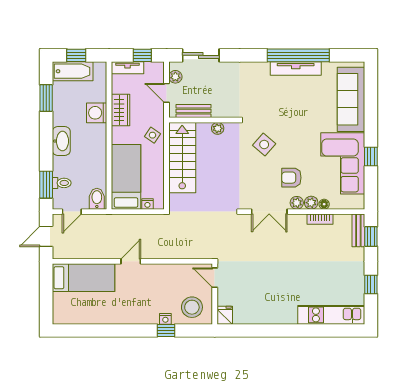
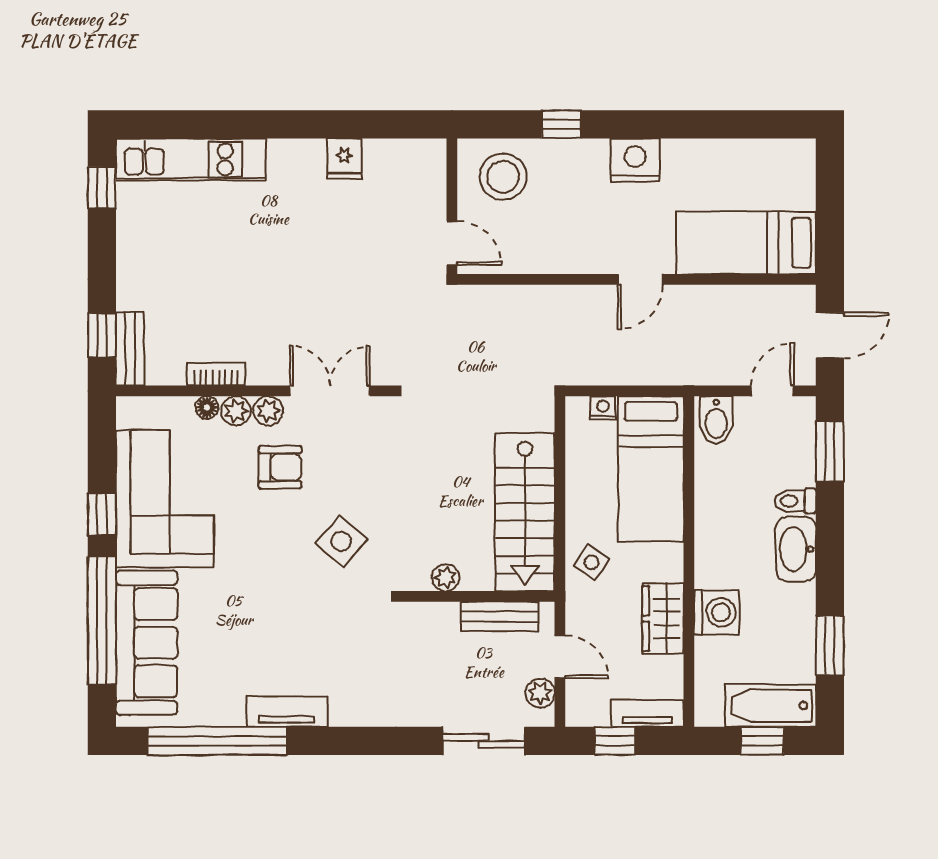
window: (298, 55) -> (217, 741), moved
tv unit: (296, 69) -> (287, 712), width x0.71
window: (371, 109) -> (102, 620), added
toilet: (62, 183) -> (795, 501), moved
window: (371, 284) -> (102, 188), moved
fridge: (225, 315) -> (344, 159), moved
nightstand: (165, 319) -> (635, 160), moved, width x1.89, depth x1.79

